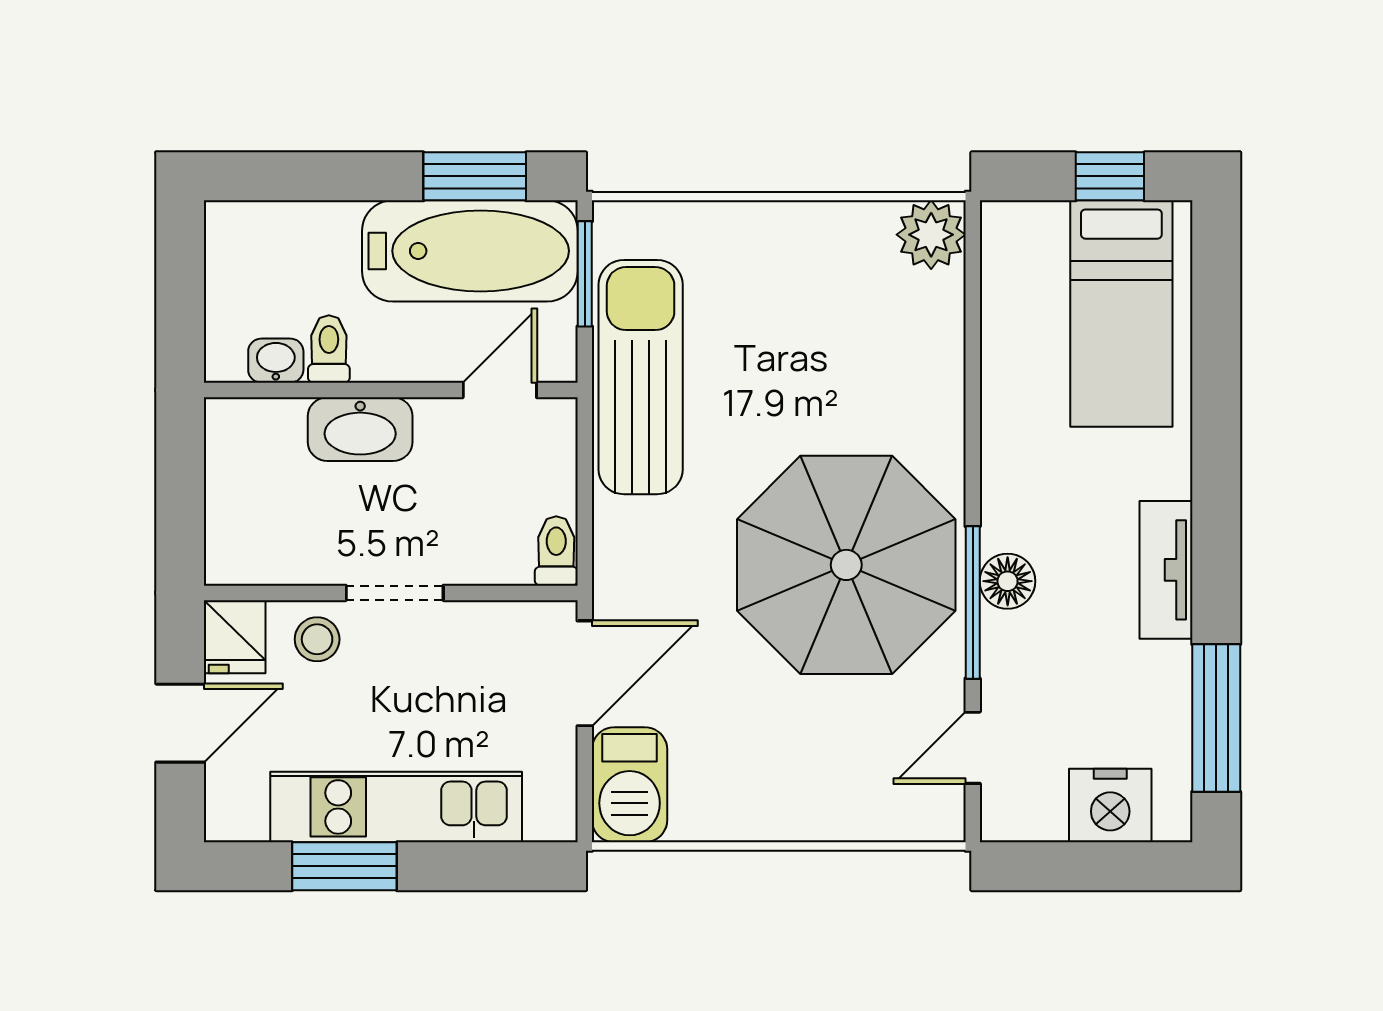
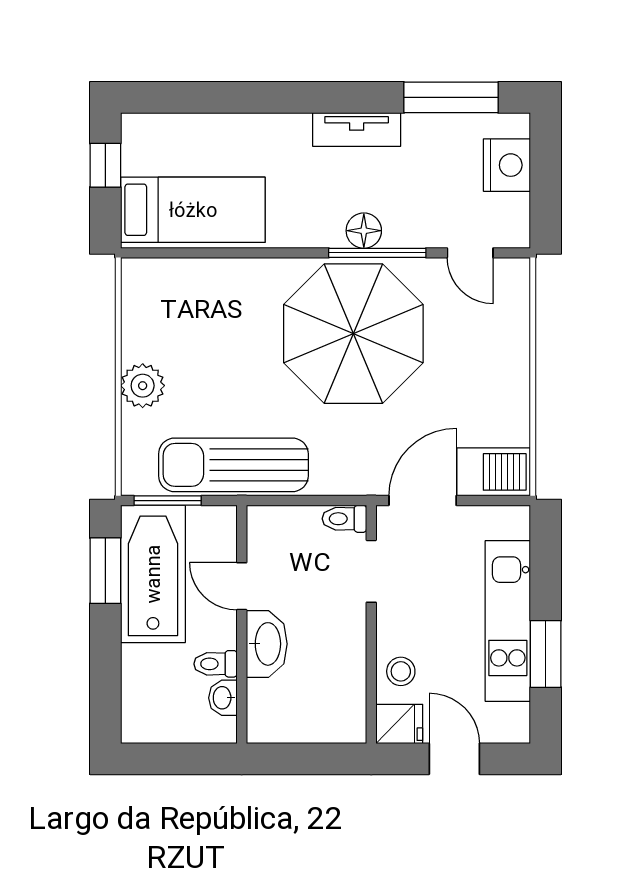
plant: (931, 235) -> (143, 386), moved
bed: (1121, 314) -> (193, 210), moved
door: (500, 390) -> (242, 586), moved
doorway: (395, 593) -> (371, 571), moved
door: (585, 673) -> (423, 501), hinge flipped

